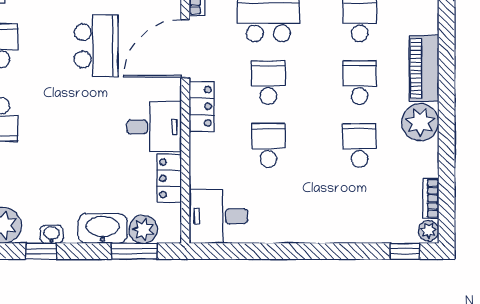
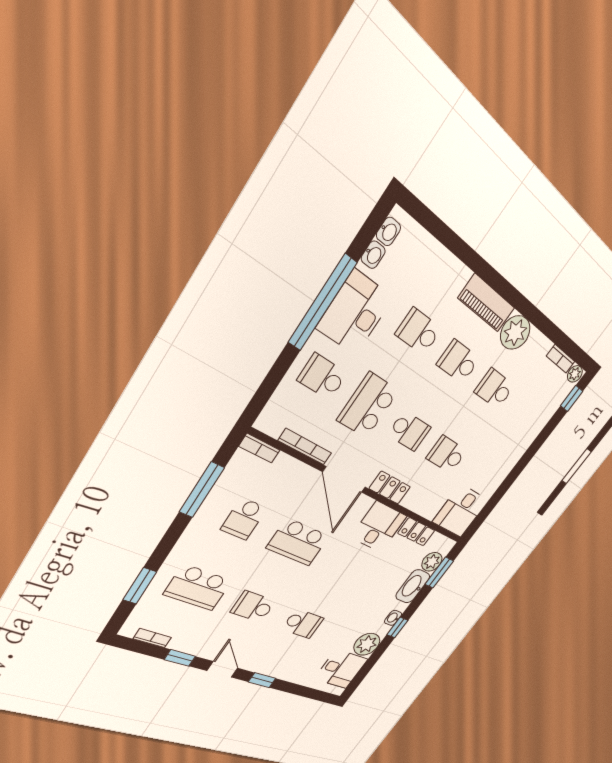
school desk: (96, 46) -> (298, 542), turned 180
school desk: (268, 83) -> (409, 431), turned 180

